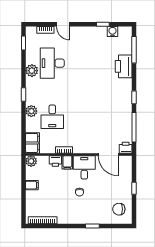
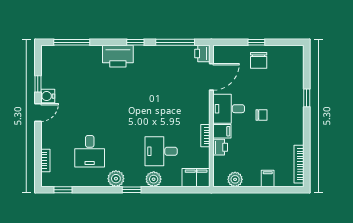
door: (63, 24) -> (38, 112), moved
water cooler: (112, 32) -> (48, 96), moved
desk: (52, 63) -> (90, 151), width x0.73
printer: (124, 66) -> (118, 56), moved
plant: (32, 71) -> (116, 179), moved
desk: (52, 117) -> (161, 151), turned 180
plant: (31, 161) -> (235, 179), moved
filing cabinet: (32, 185) -> (268, 179), moved
chair: (119, 209) -> (259, 60), moved

